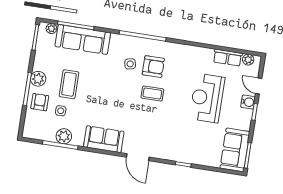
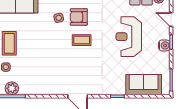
armchair: (153, 67) -> (79, 17), turned 180
water cooler: (248, 102) -> (164, 45), moved
sofa: (104, 139) -> (46, 86), removed
sofa: (235, 150) -> (144, 85), moved, turned 90

